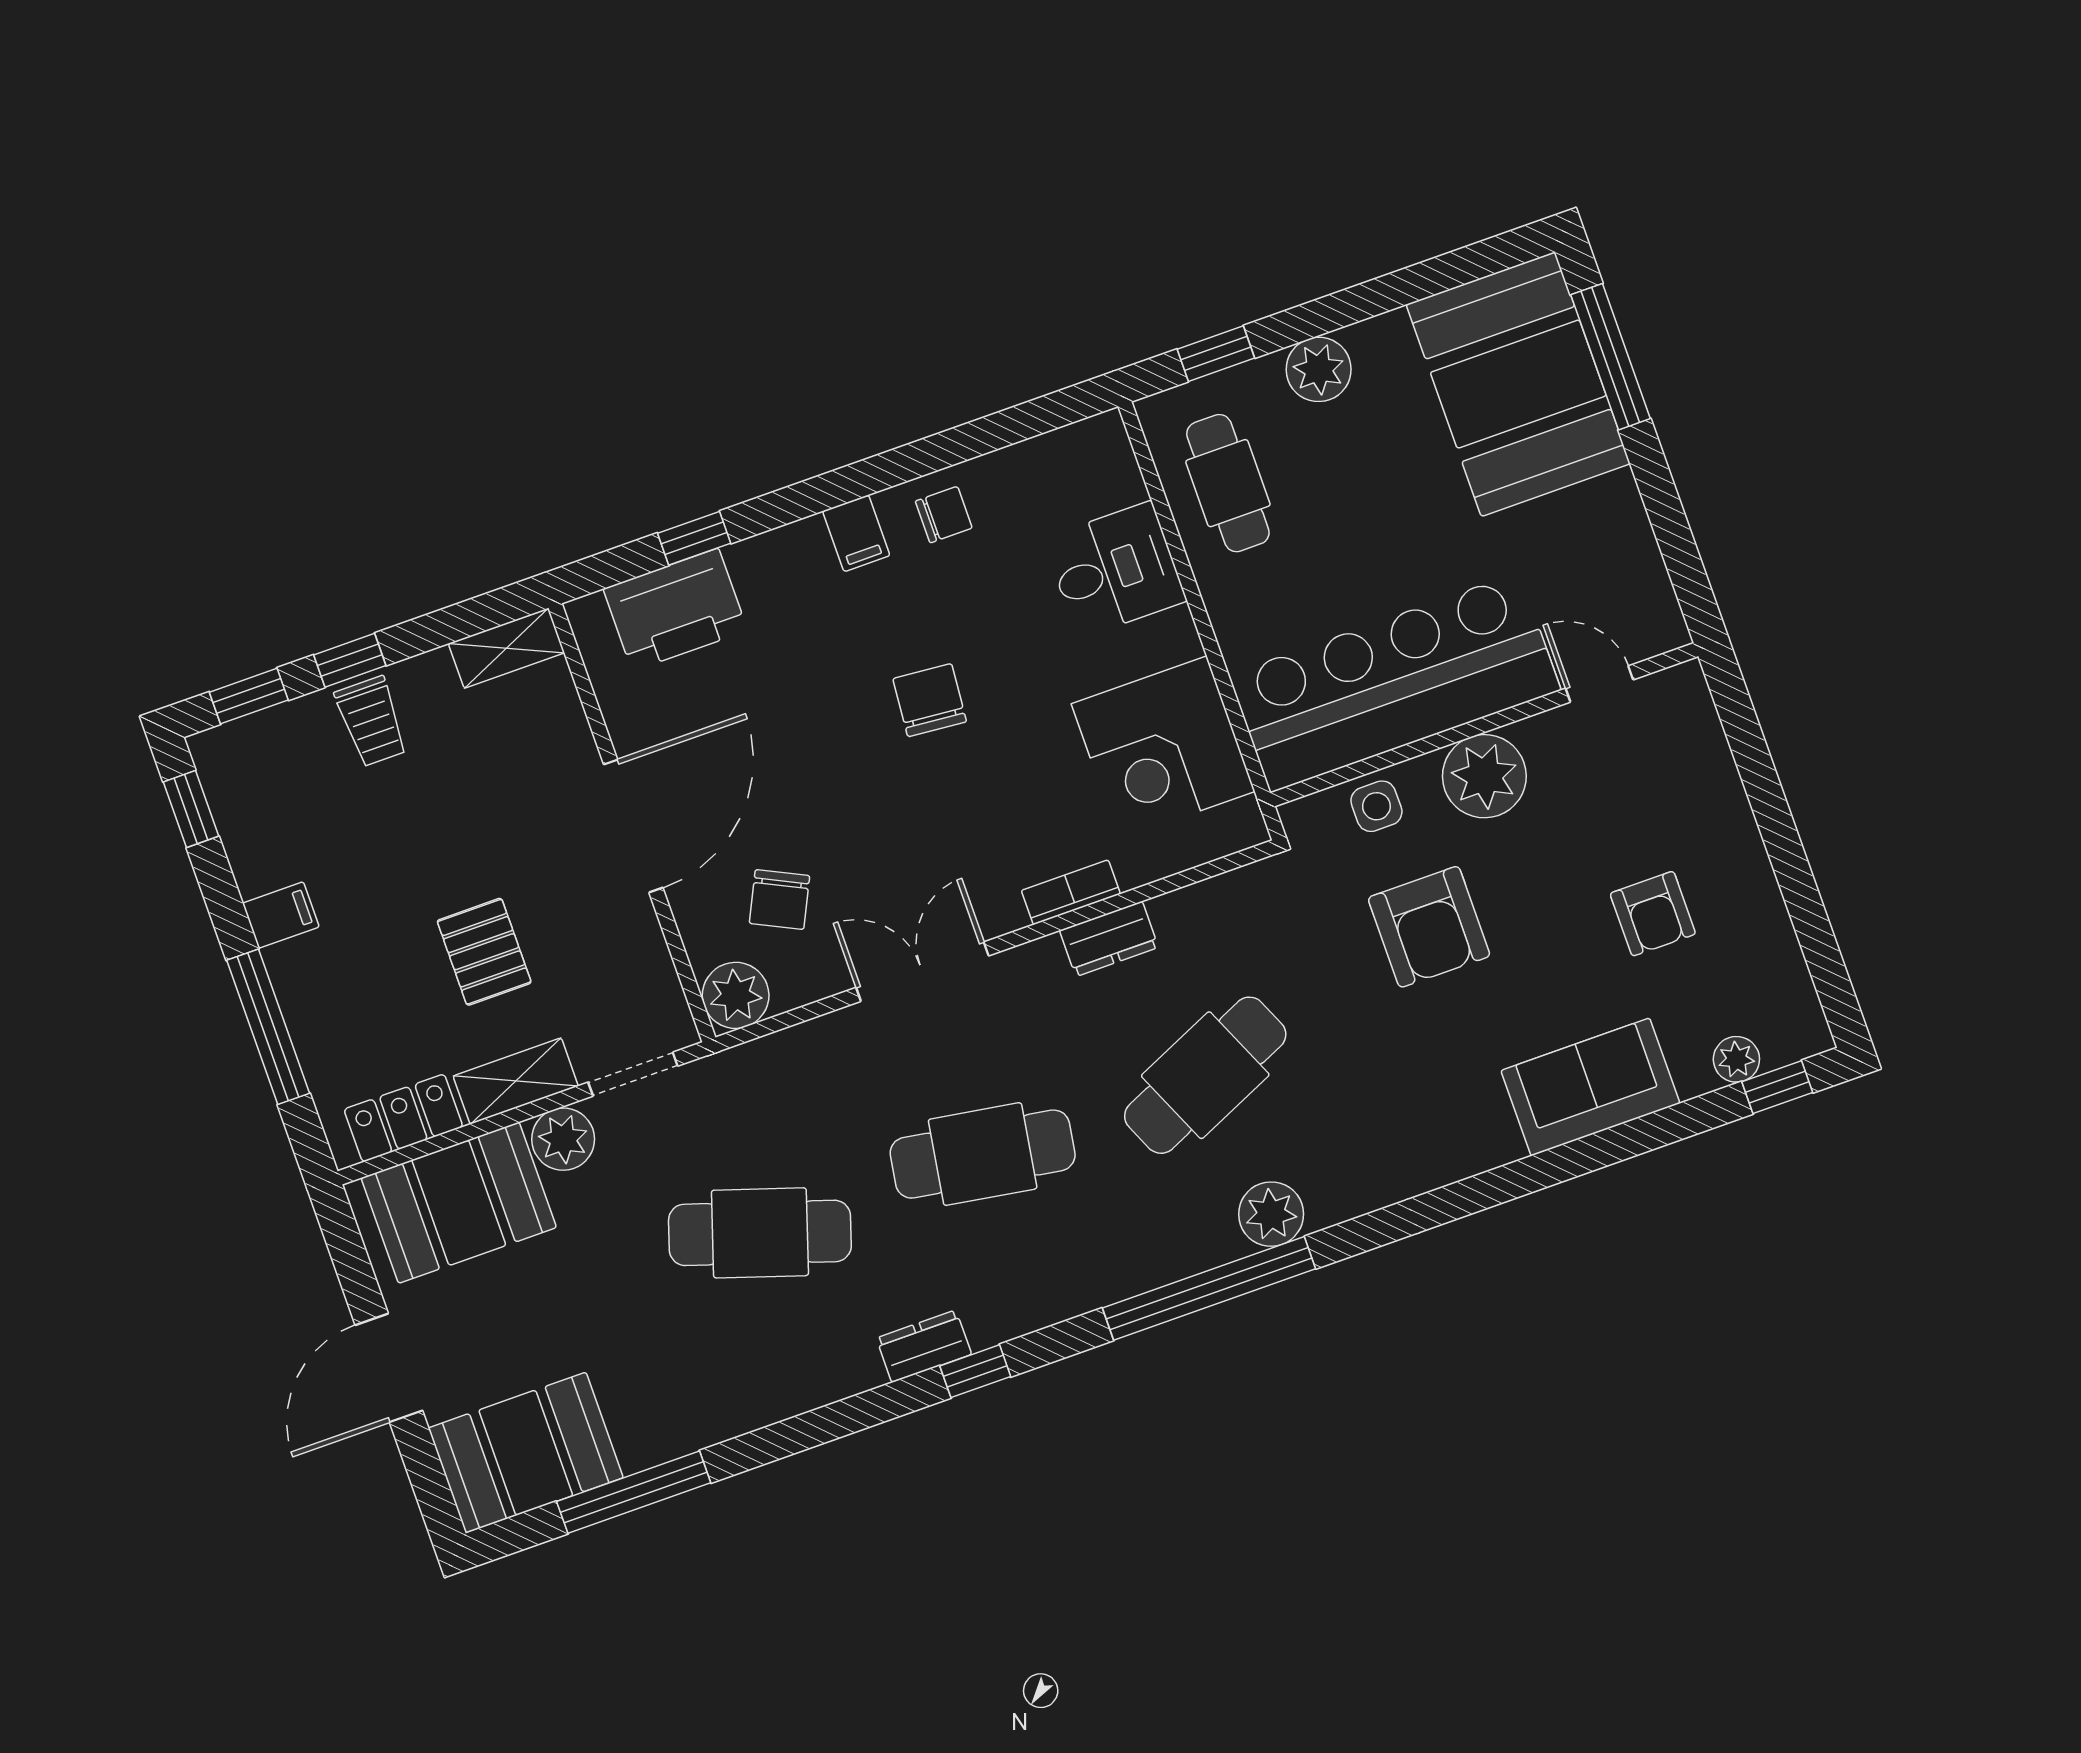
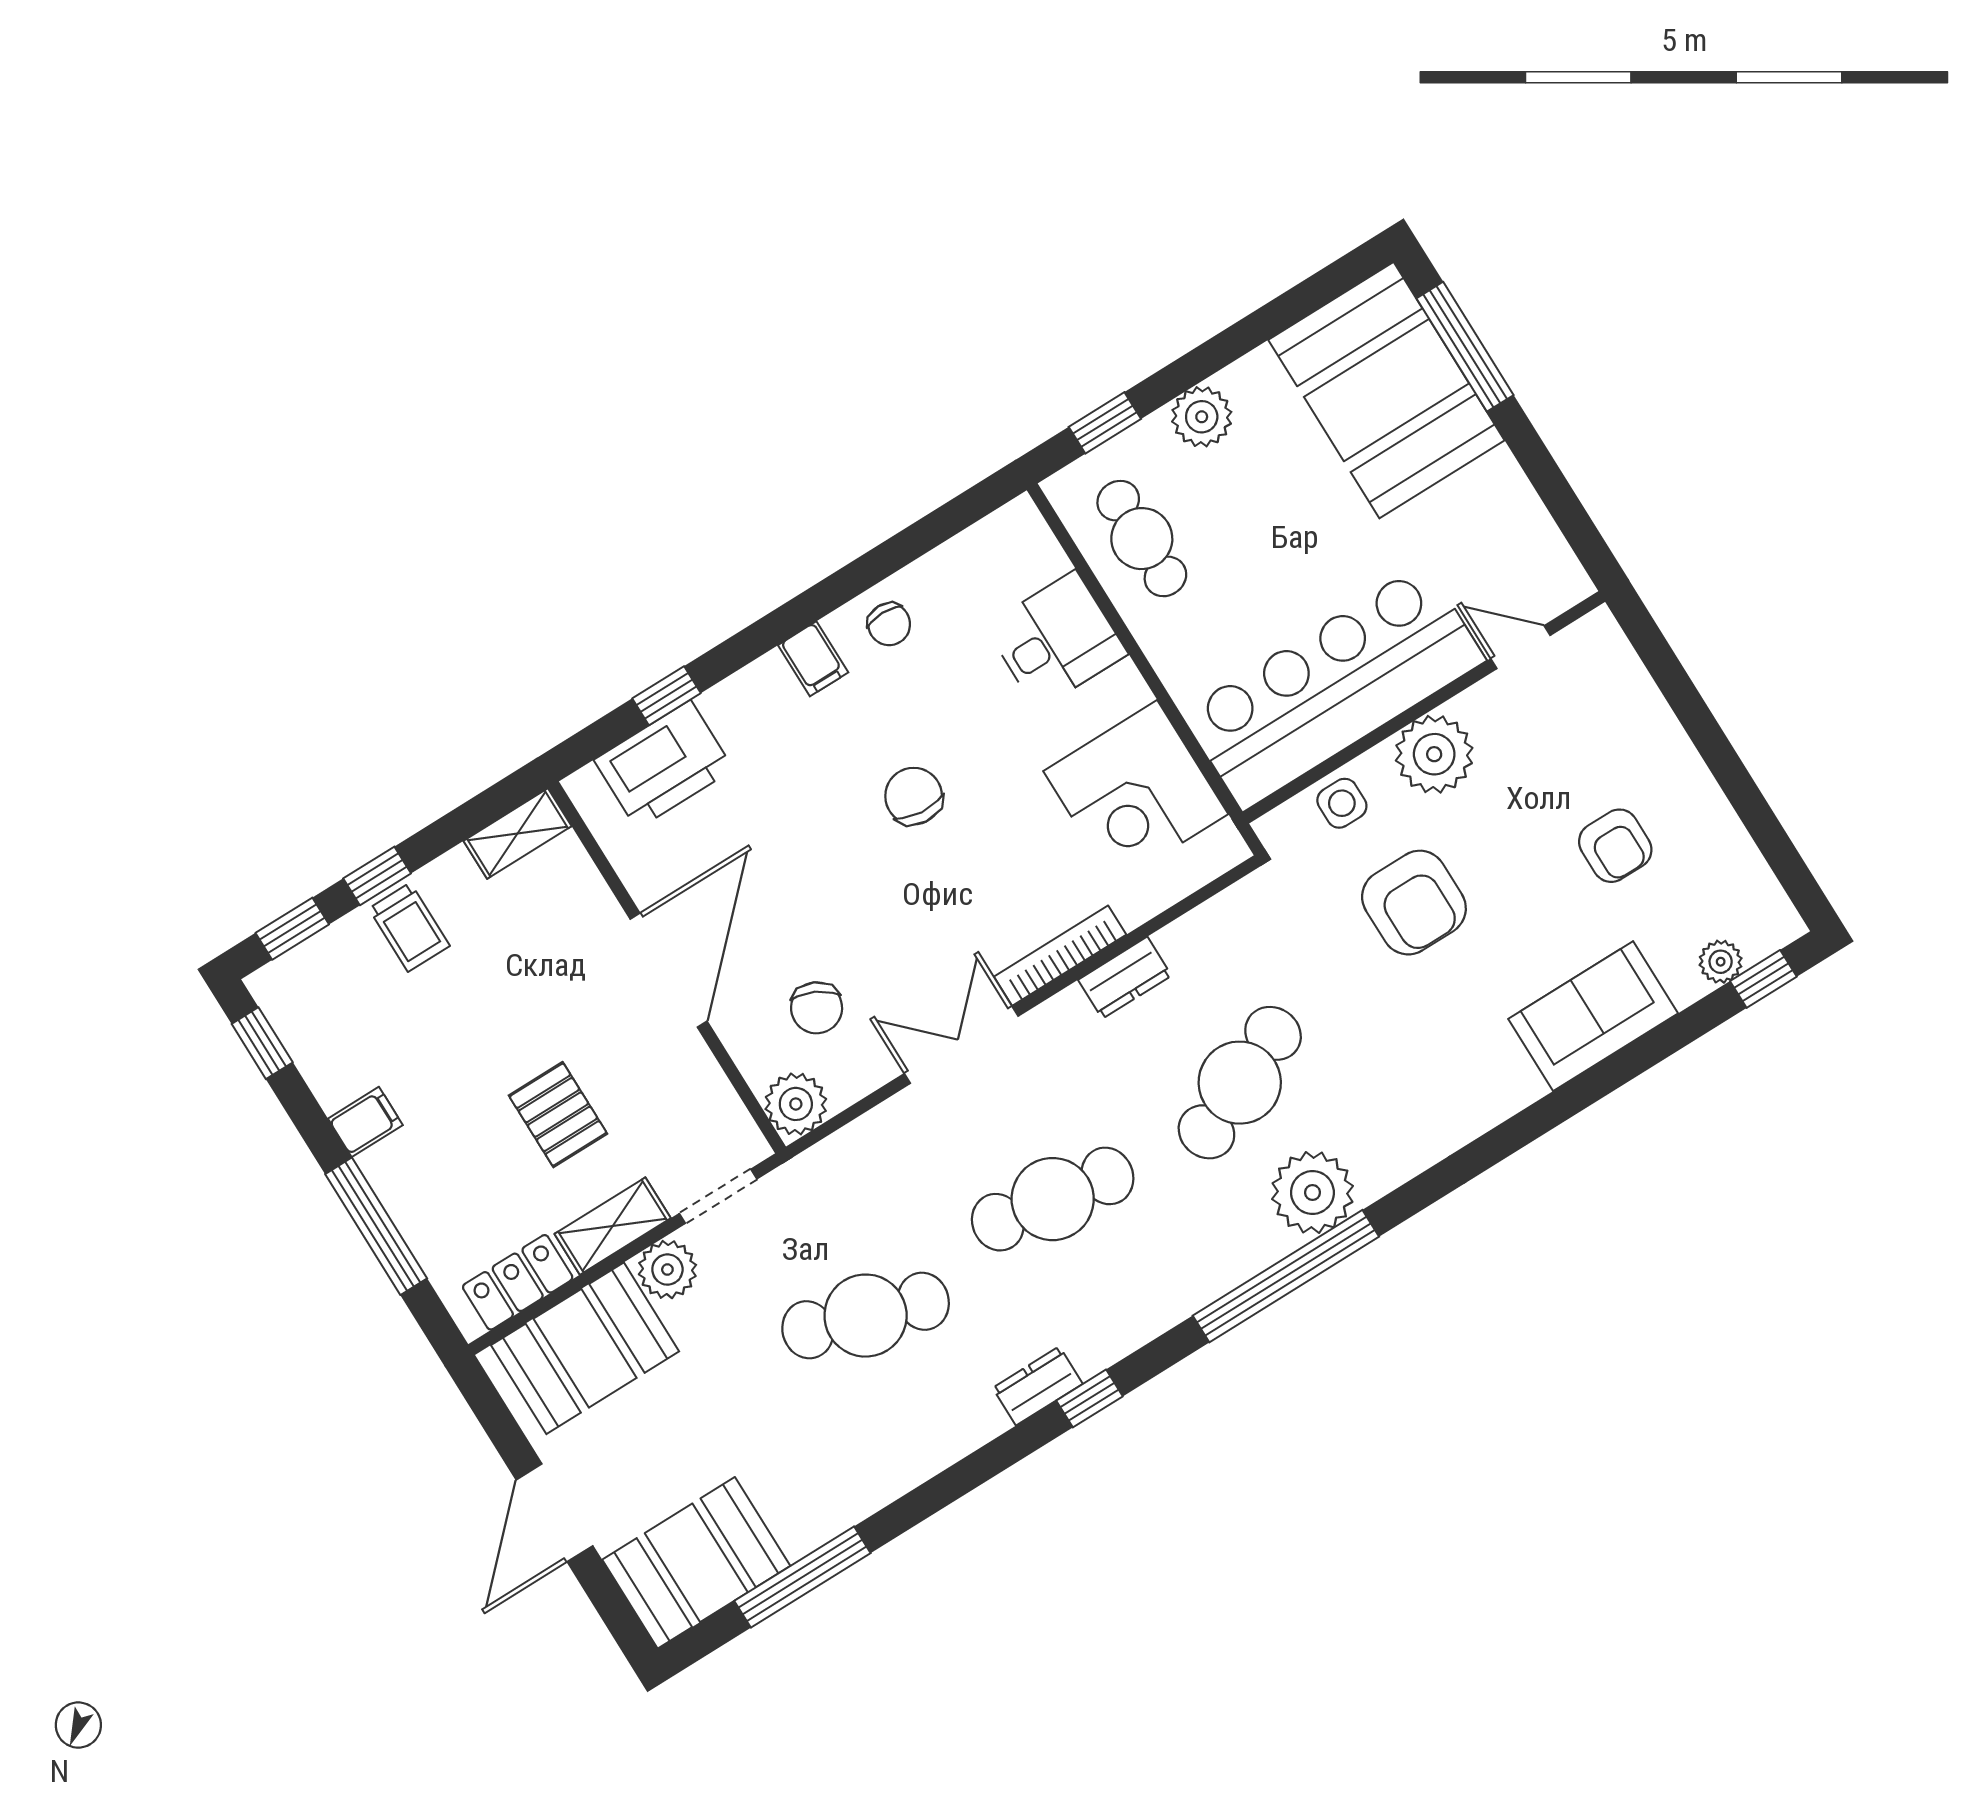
chair: (944, 515) -> (889, 624), turned 90
bookcase: (1071, 892) -> (1060, 956), width x1.56
plant: (1271, 1214) -> (1312, 1192), width x1.36, depth x1.36

